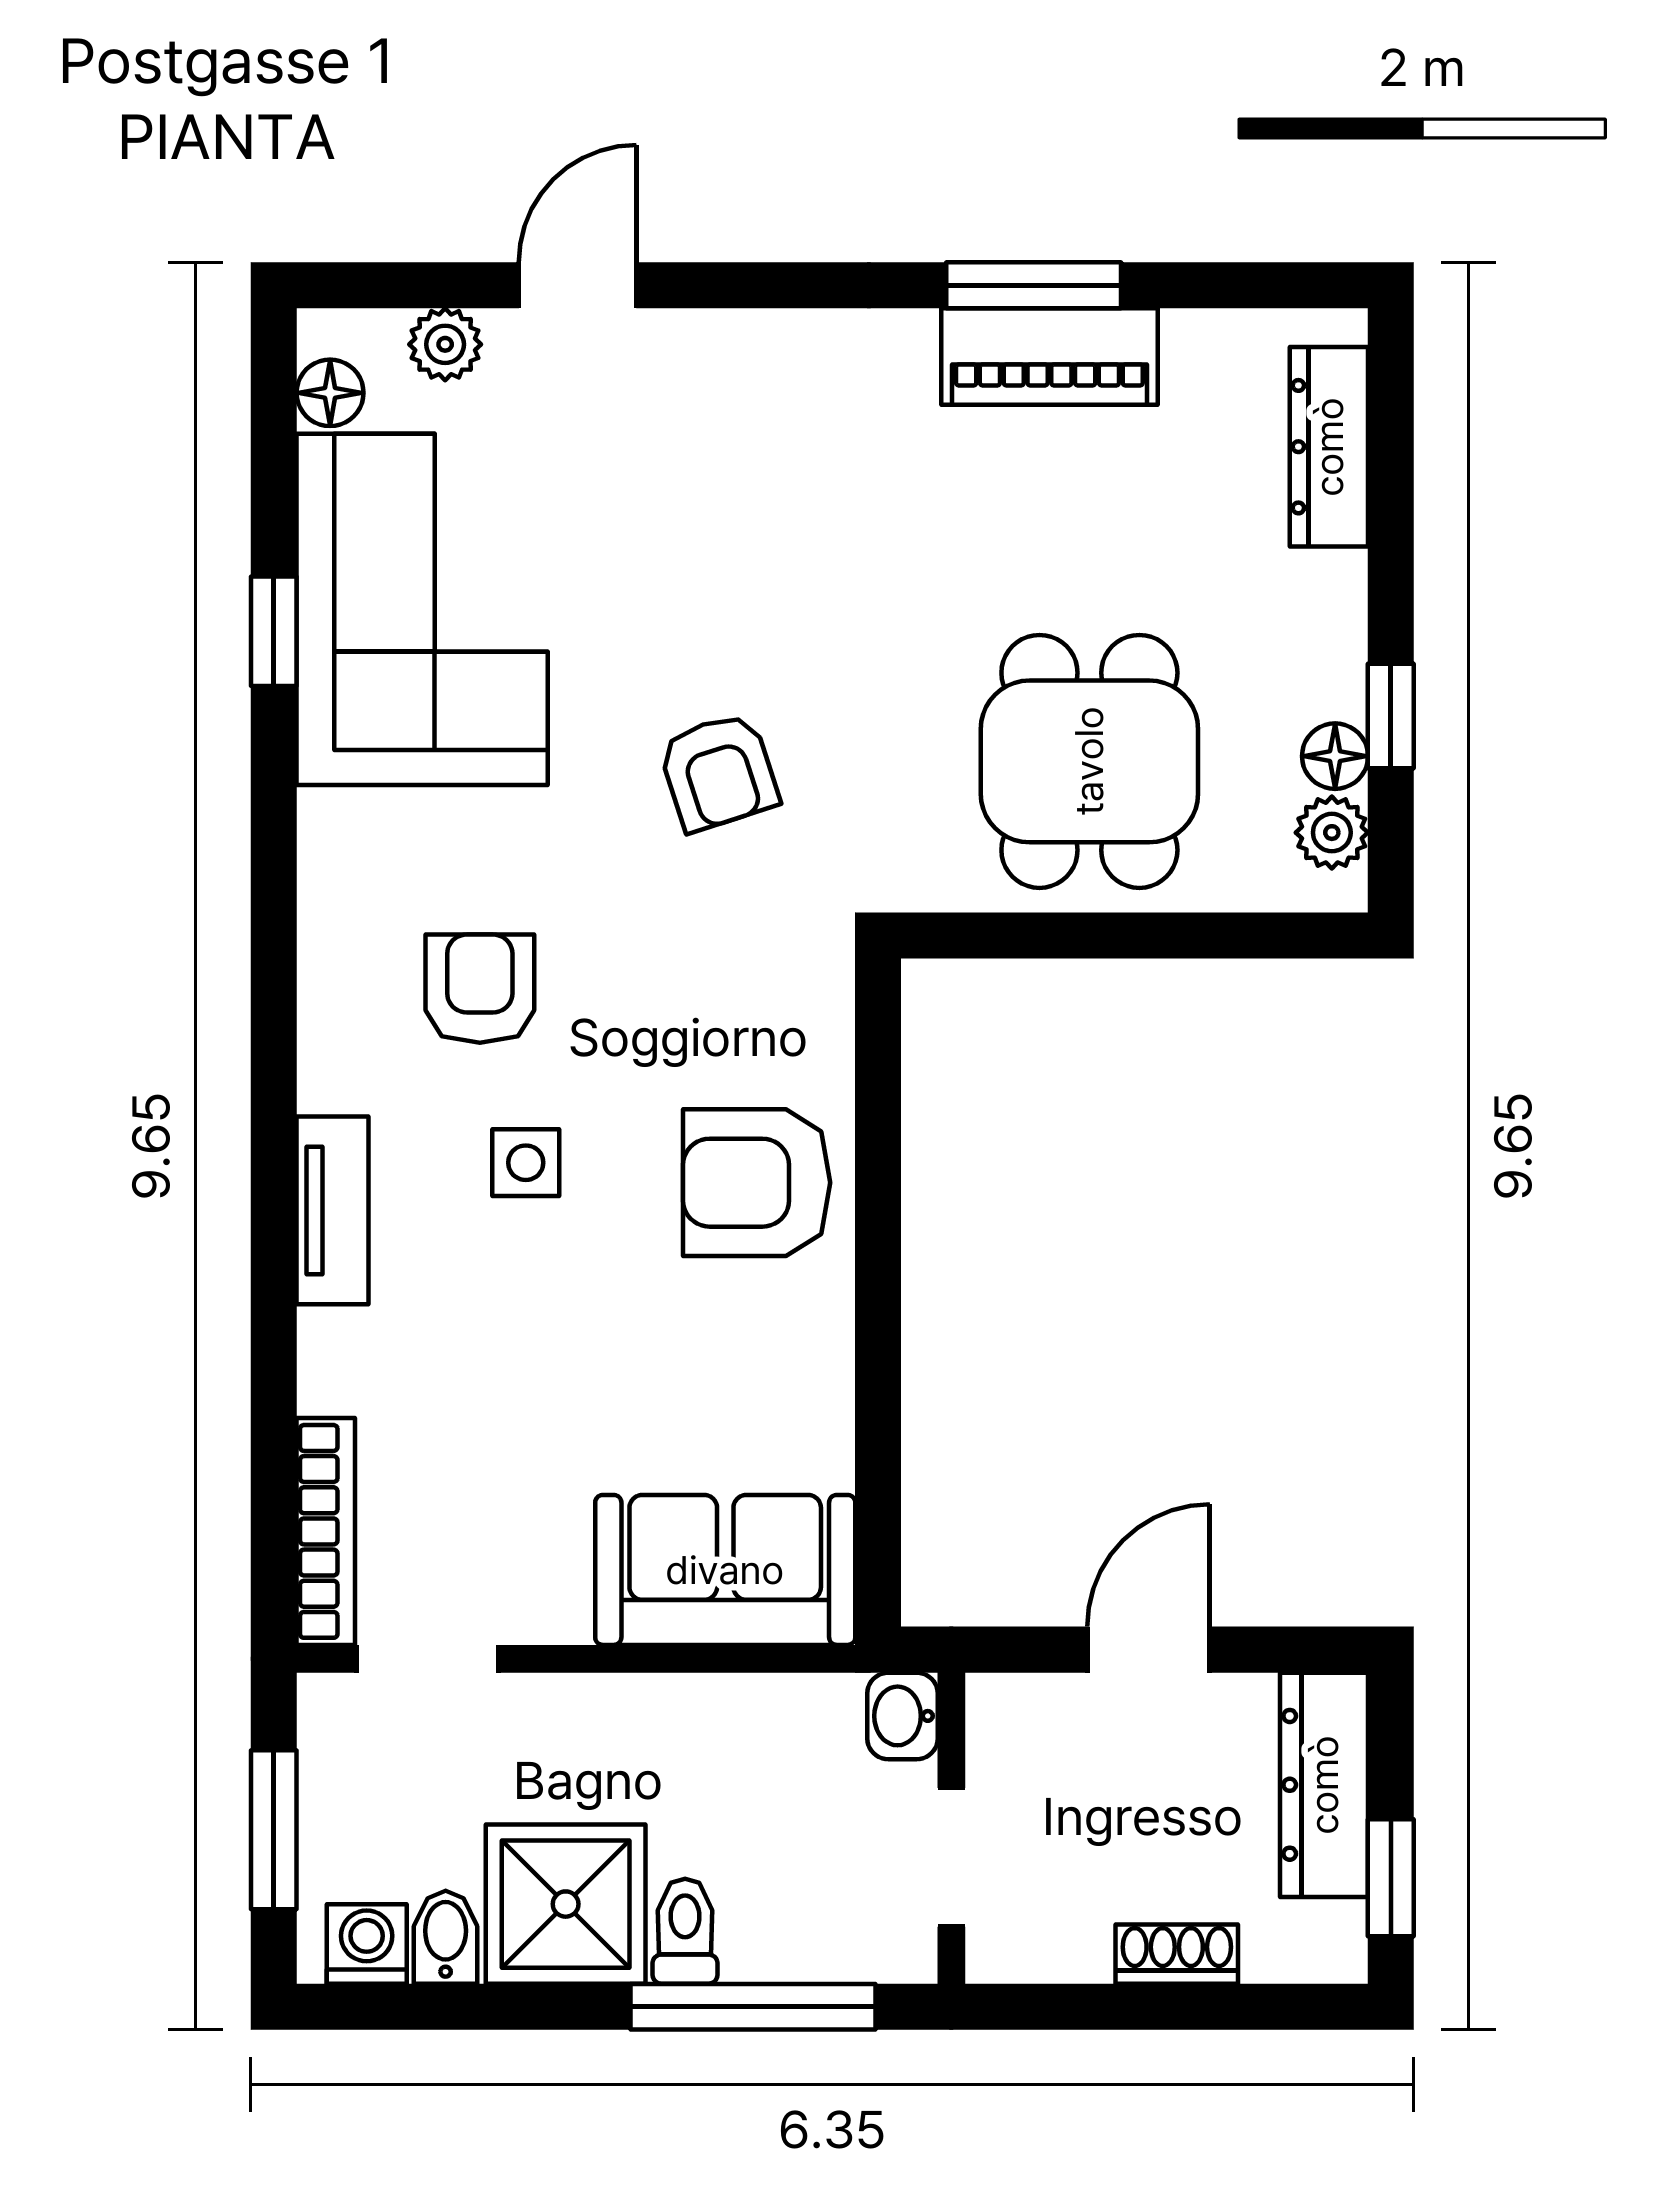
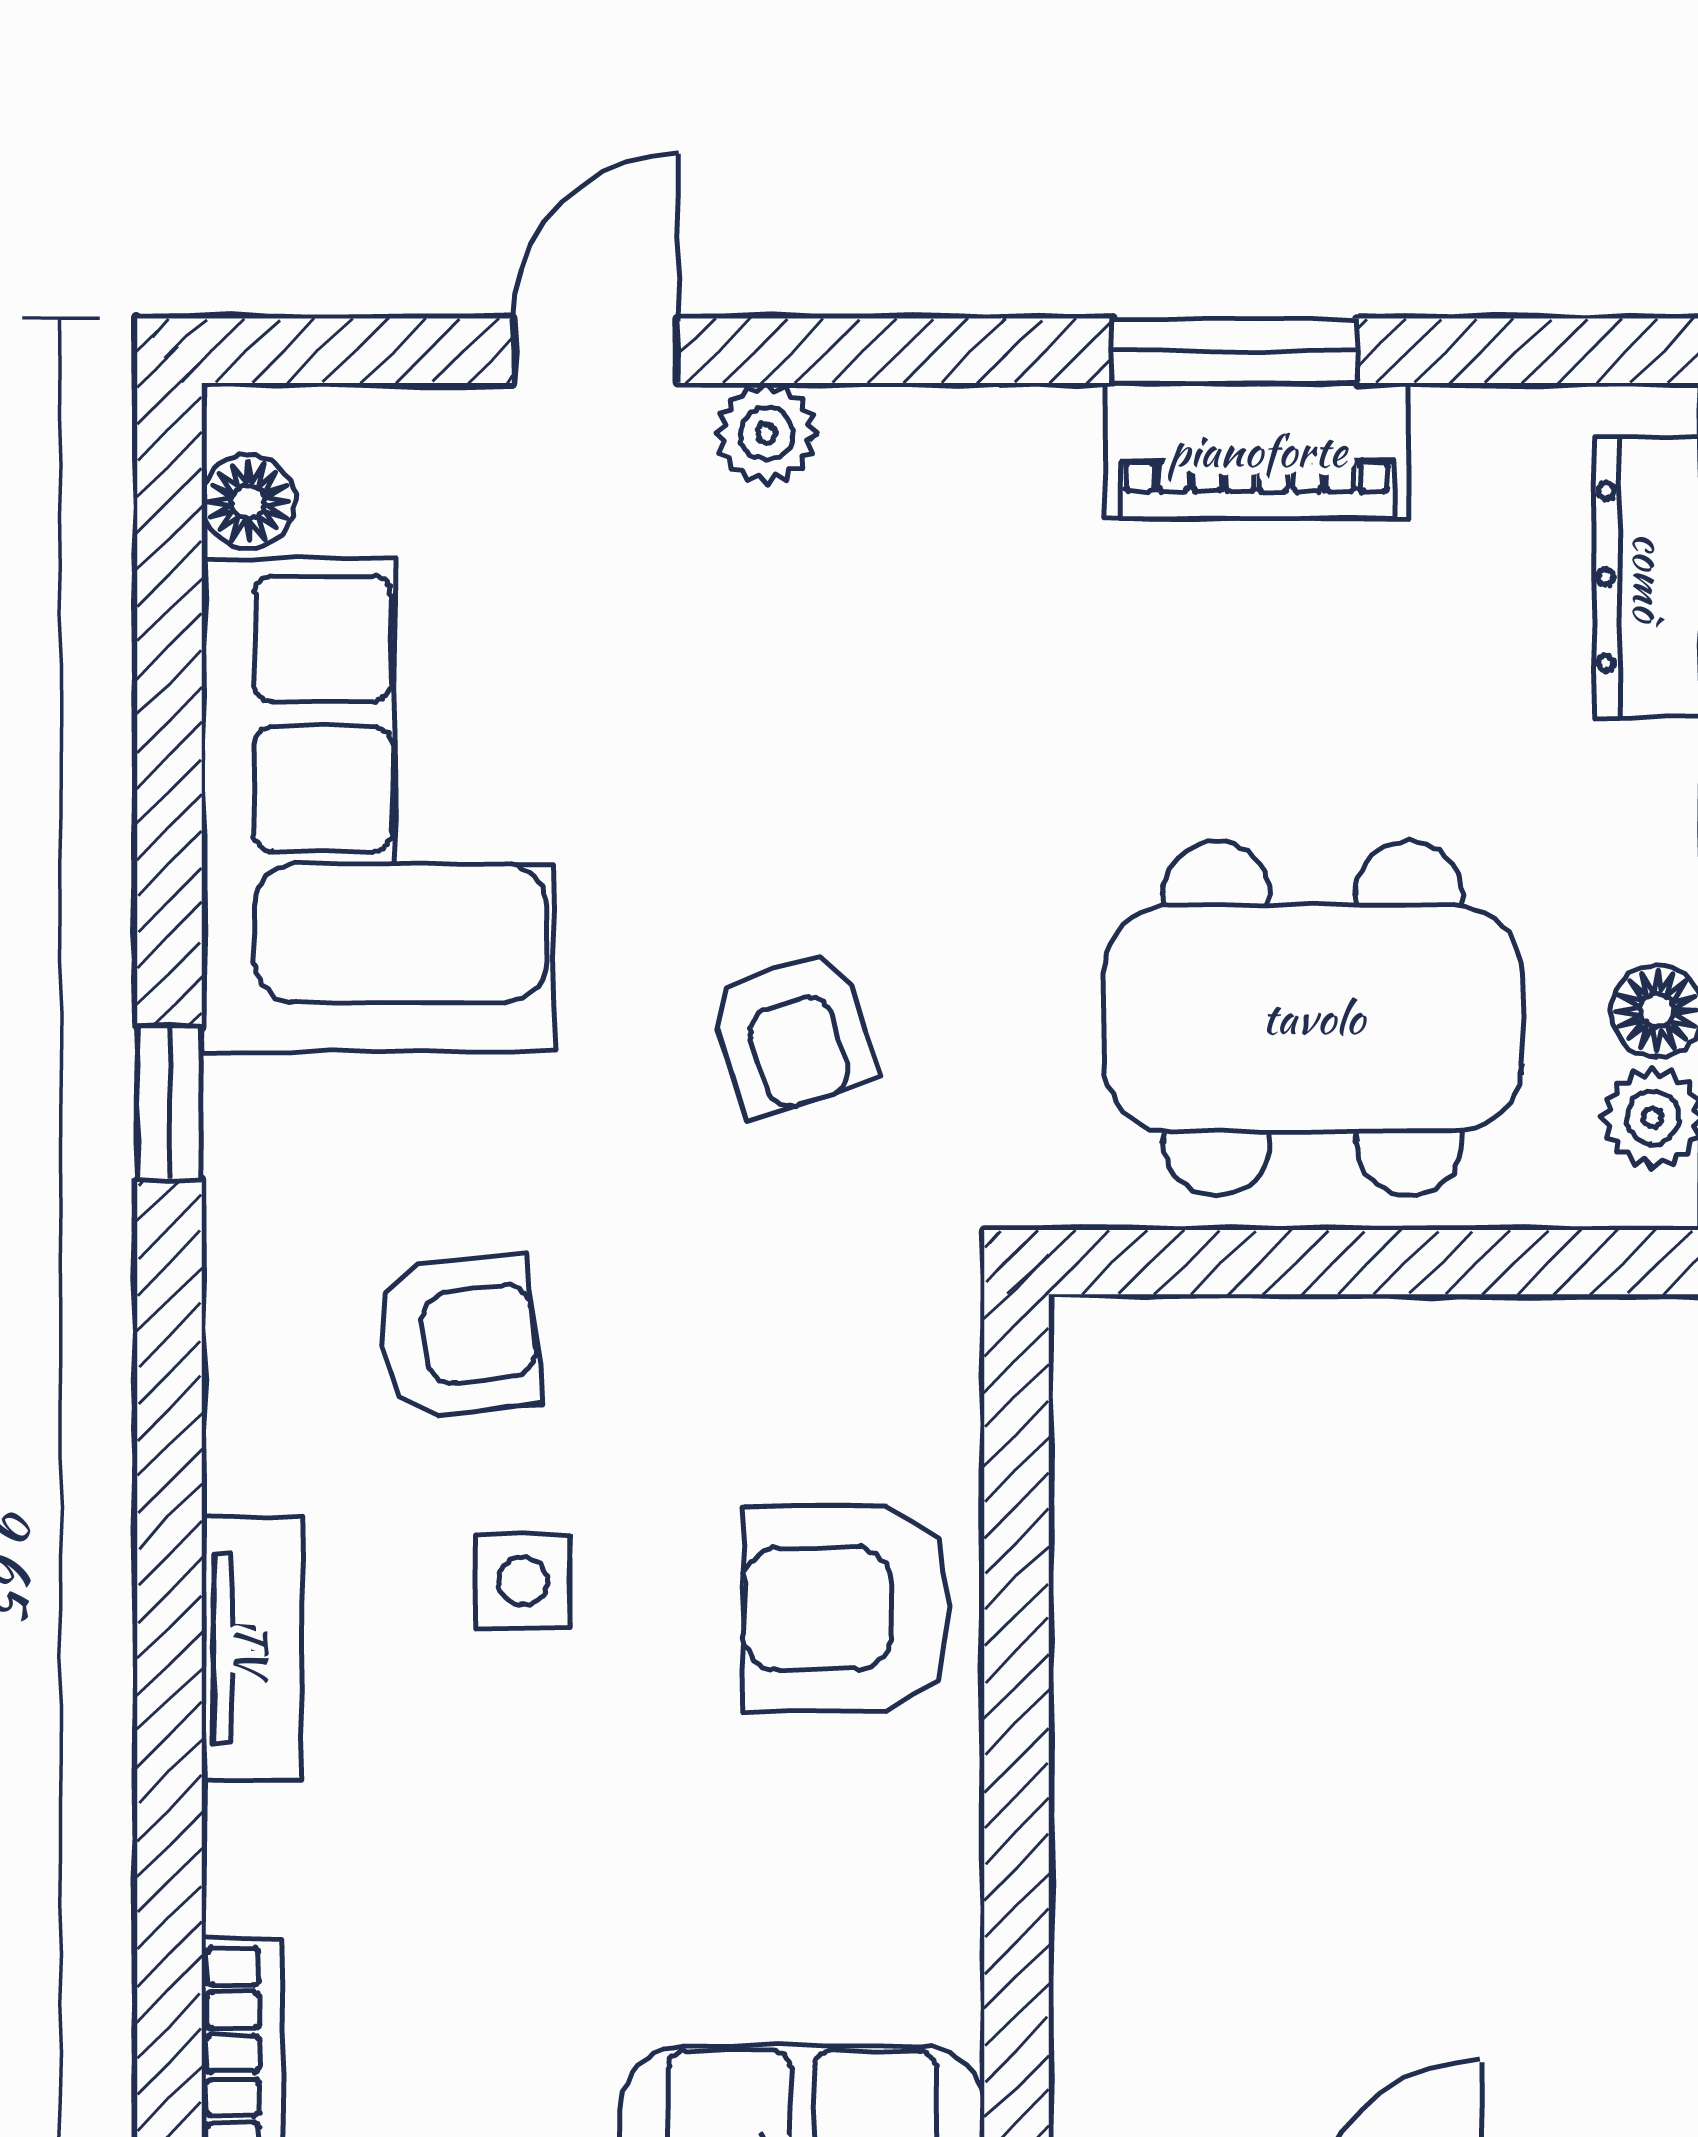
plant: (445, 344) -> (767, 434), moved
window: (274, 631) -> (169, 1103), moved
dining table: (1089, 761) -> (1313, 1018), width x1.38
armchair: (480, 989) -> (458, 1337), turned 83

